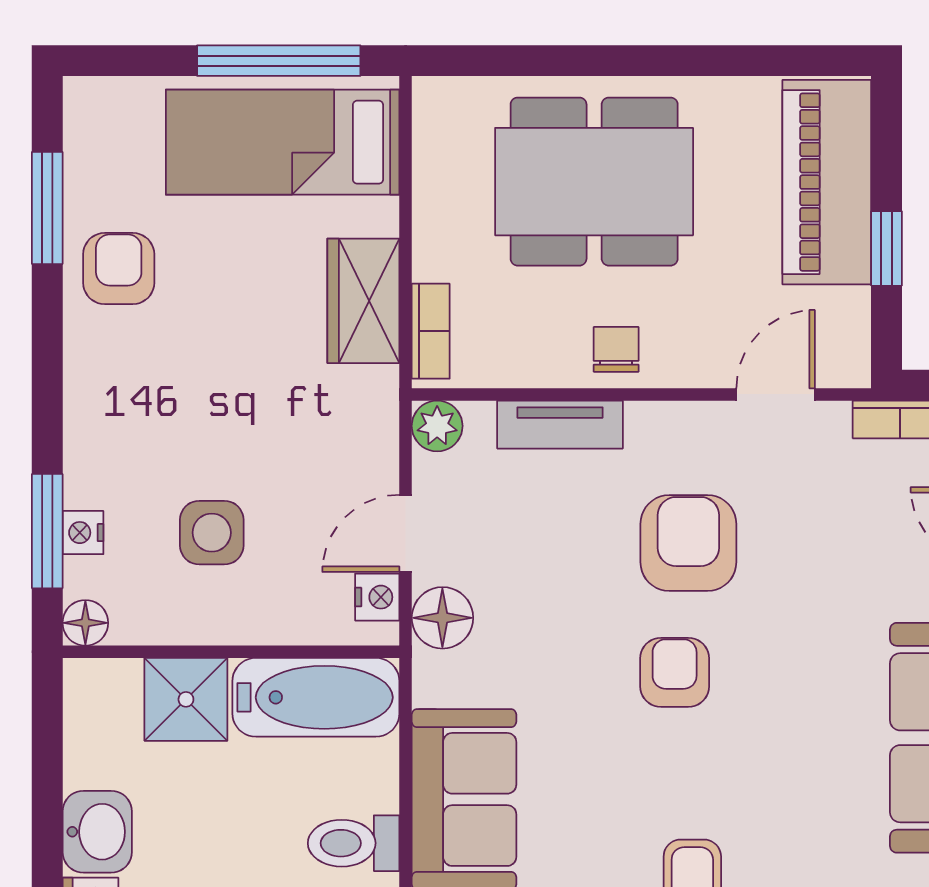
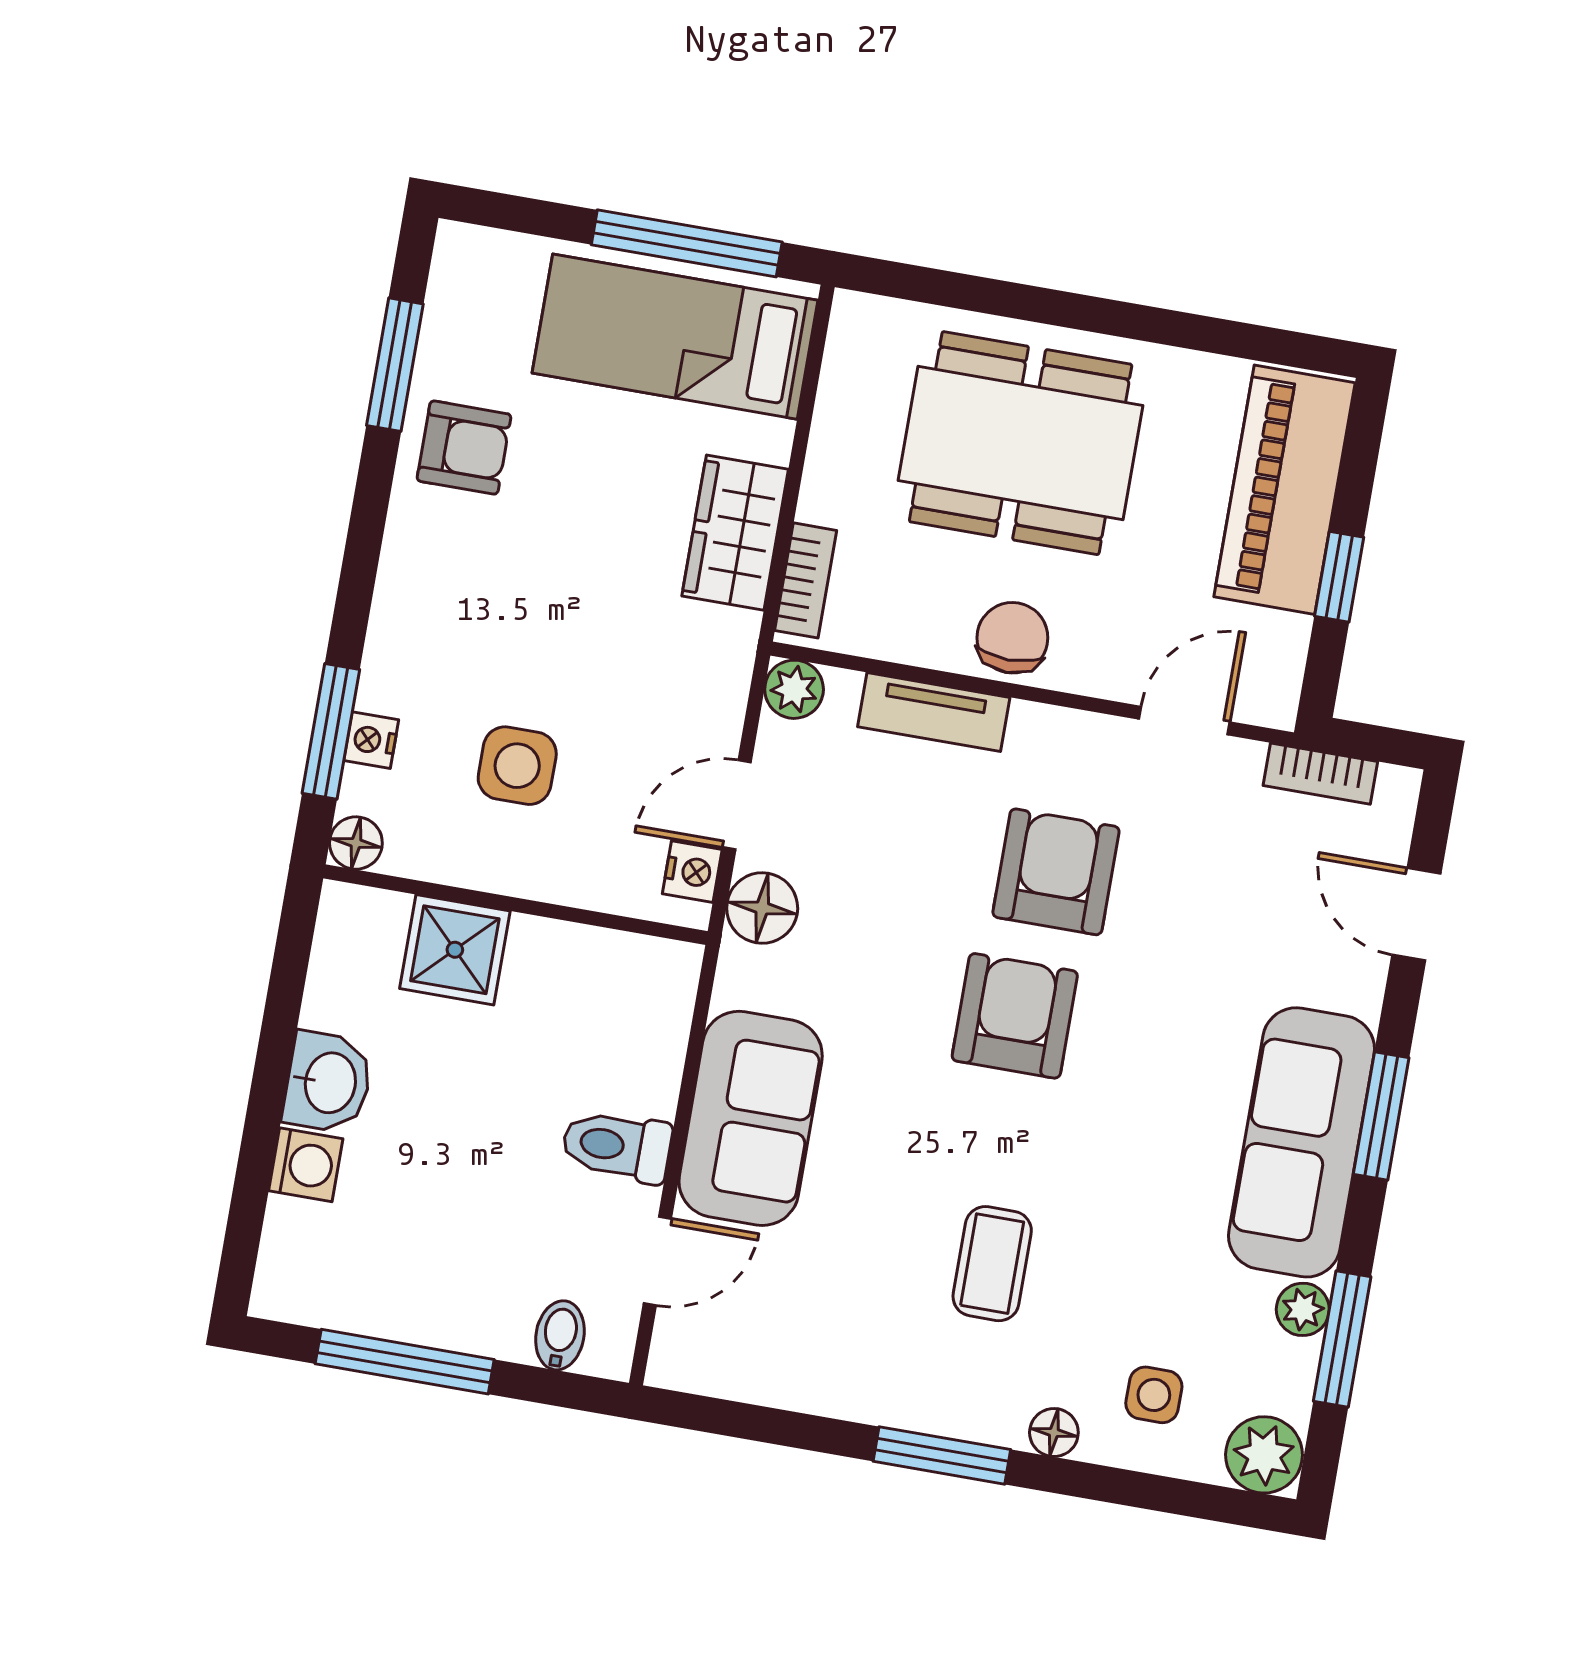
armchair: (119, 269) -> (464, 448), turned 90
chair: (616, 349) -> (1012, 638), width x1.37, depth x1.37
armchair: (675, 672) -> (1015, 1016), width x1.38, depth x1.38
bathtub: (316, 697) -> (603, 973), removed

